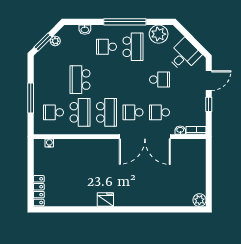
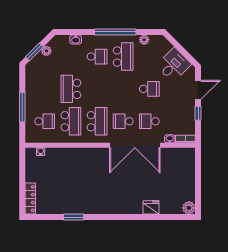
plant: (159, 34) -> (144, 40), width x0.53, depth x0.53
school desk: (106, 47) -> (97, 57), turned 180
school desk: (53, 112) -> (45, 121), turned 180
fridge: (105, 200) -> (151, 207), moved
window: (83, 209) -> (74, 217), added

